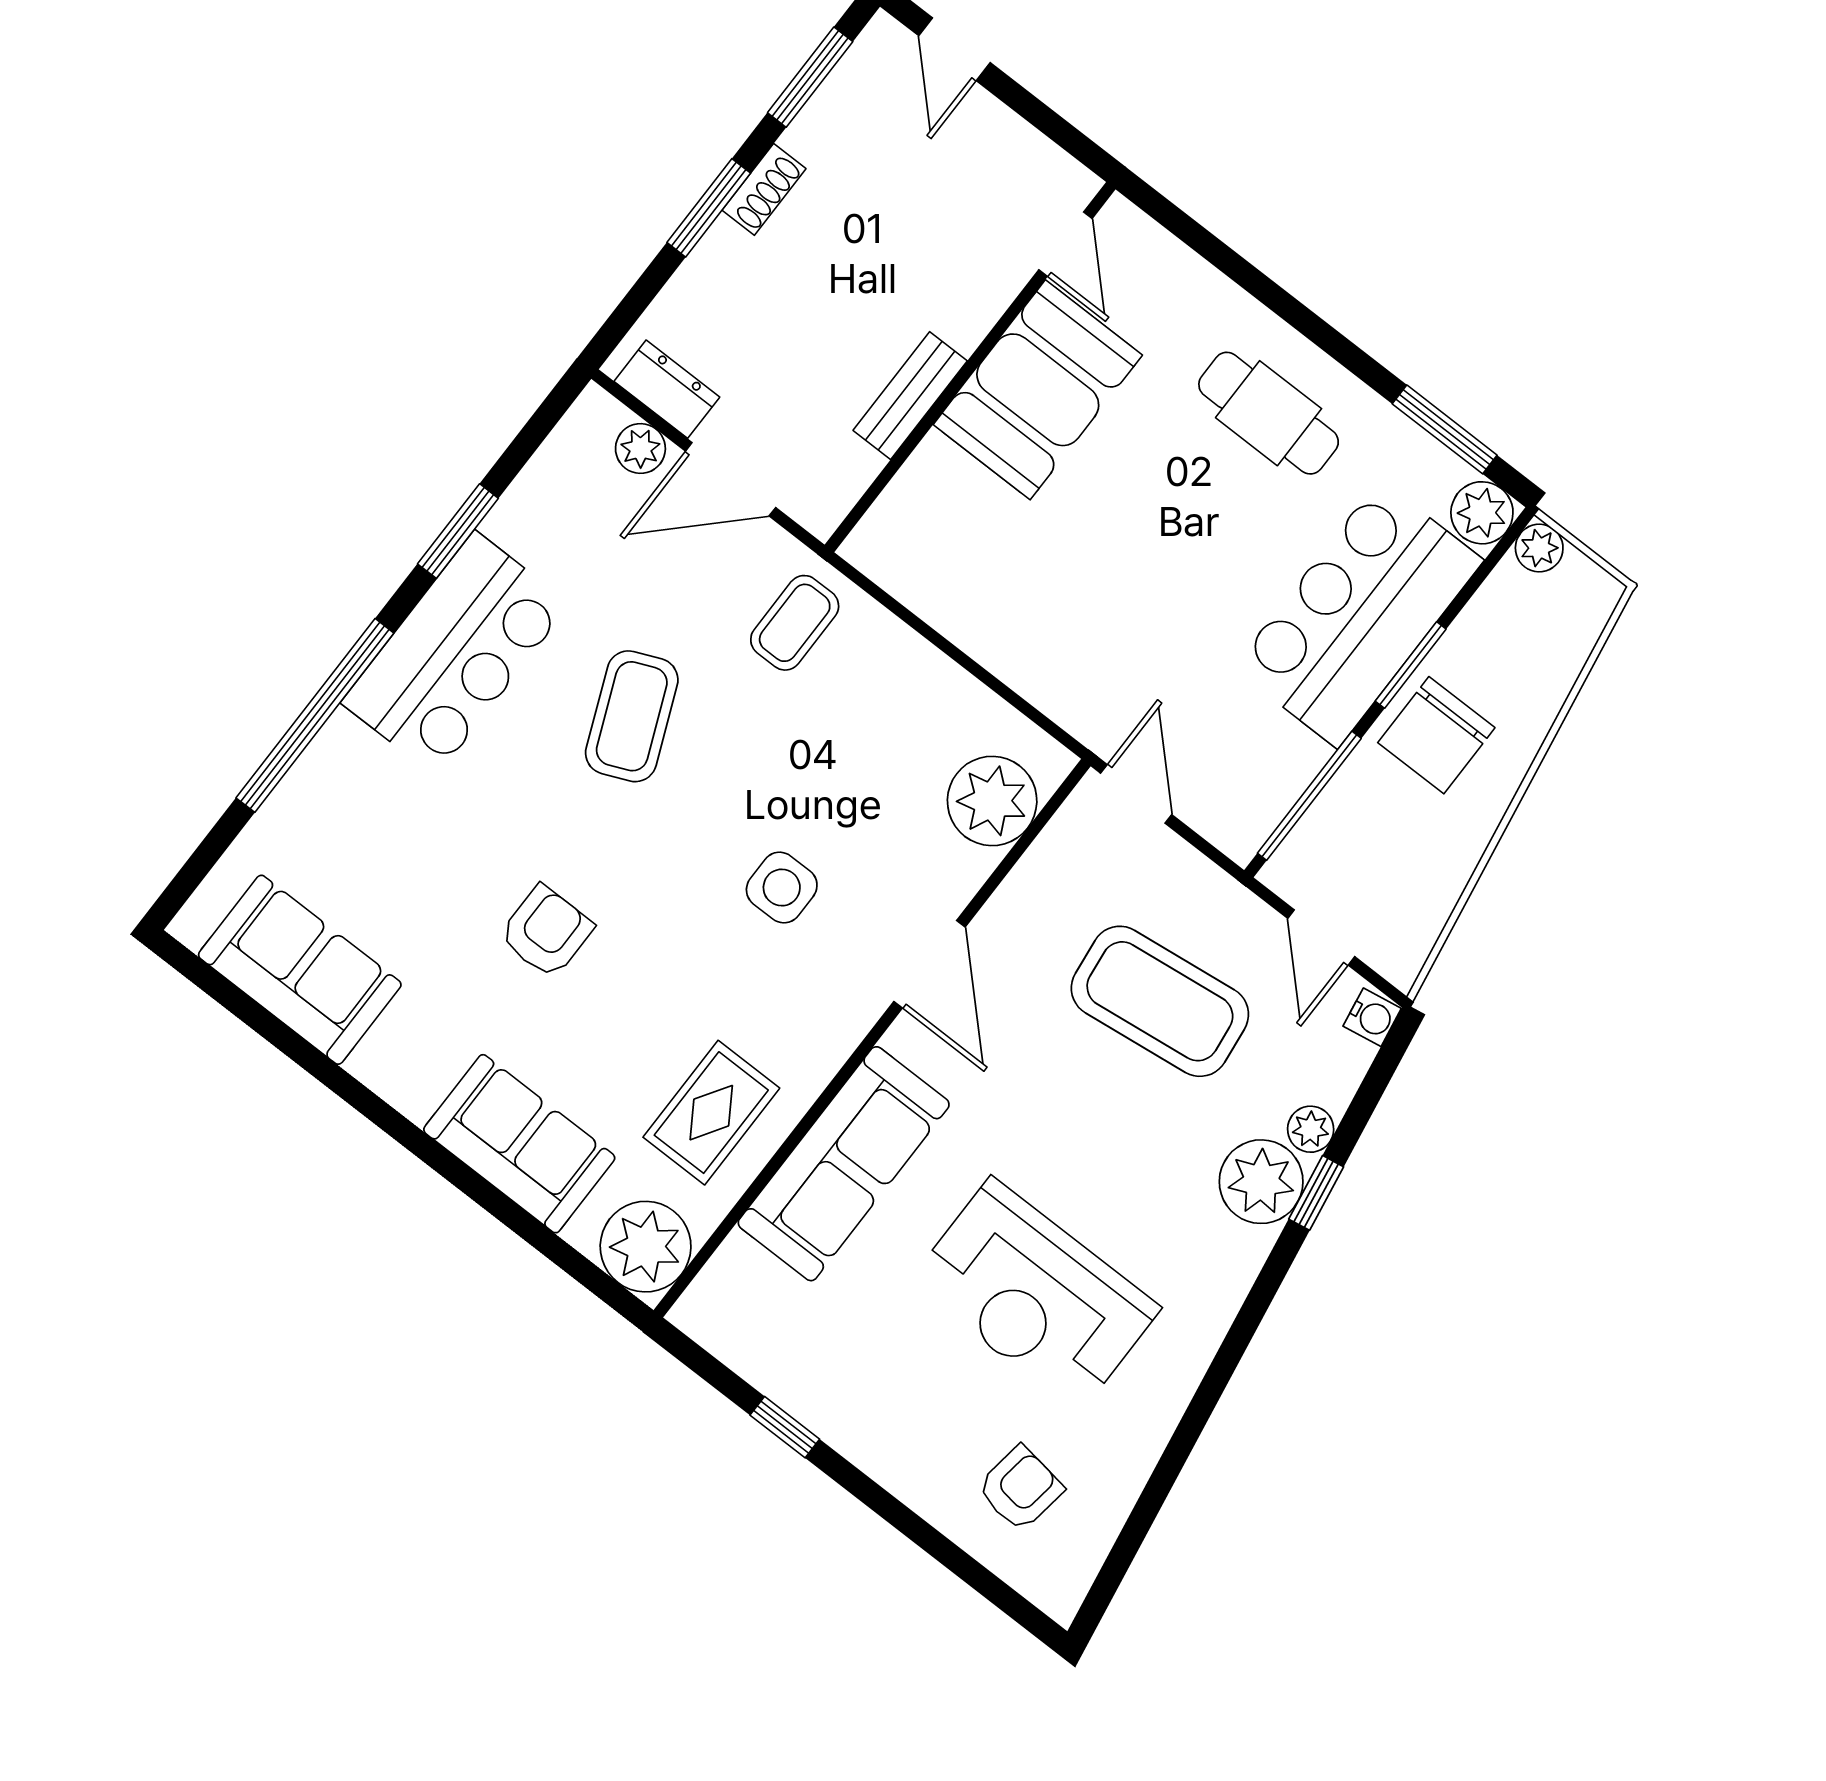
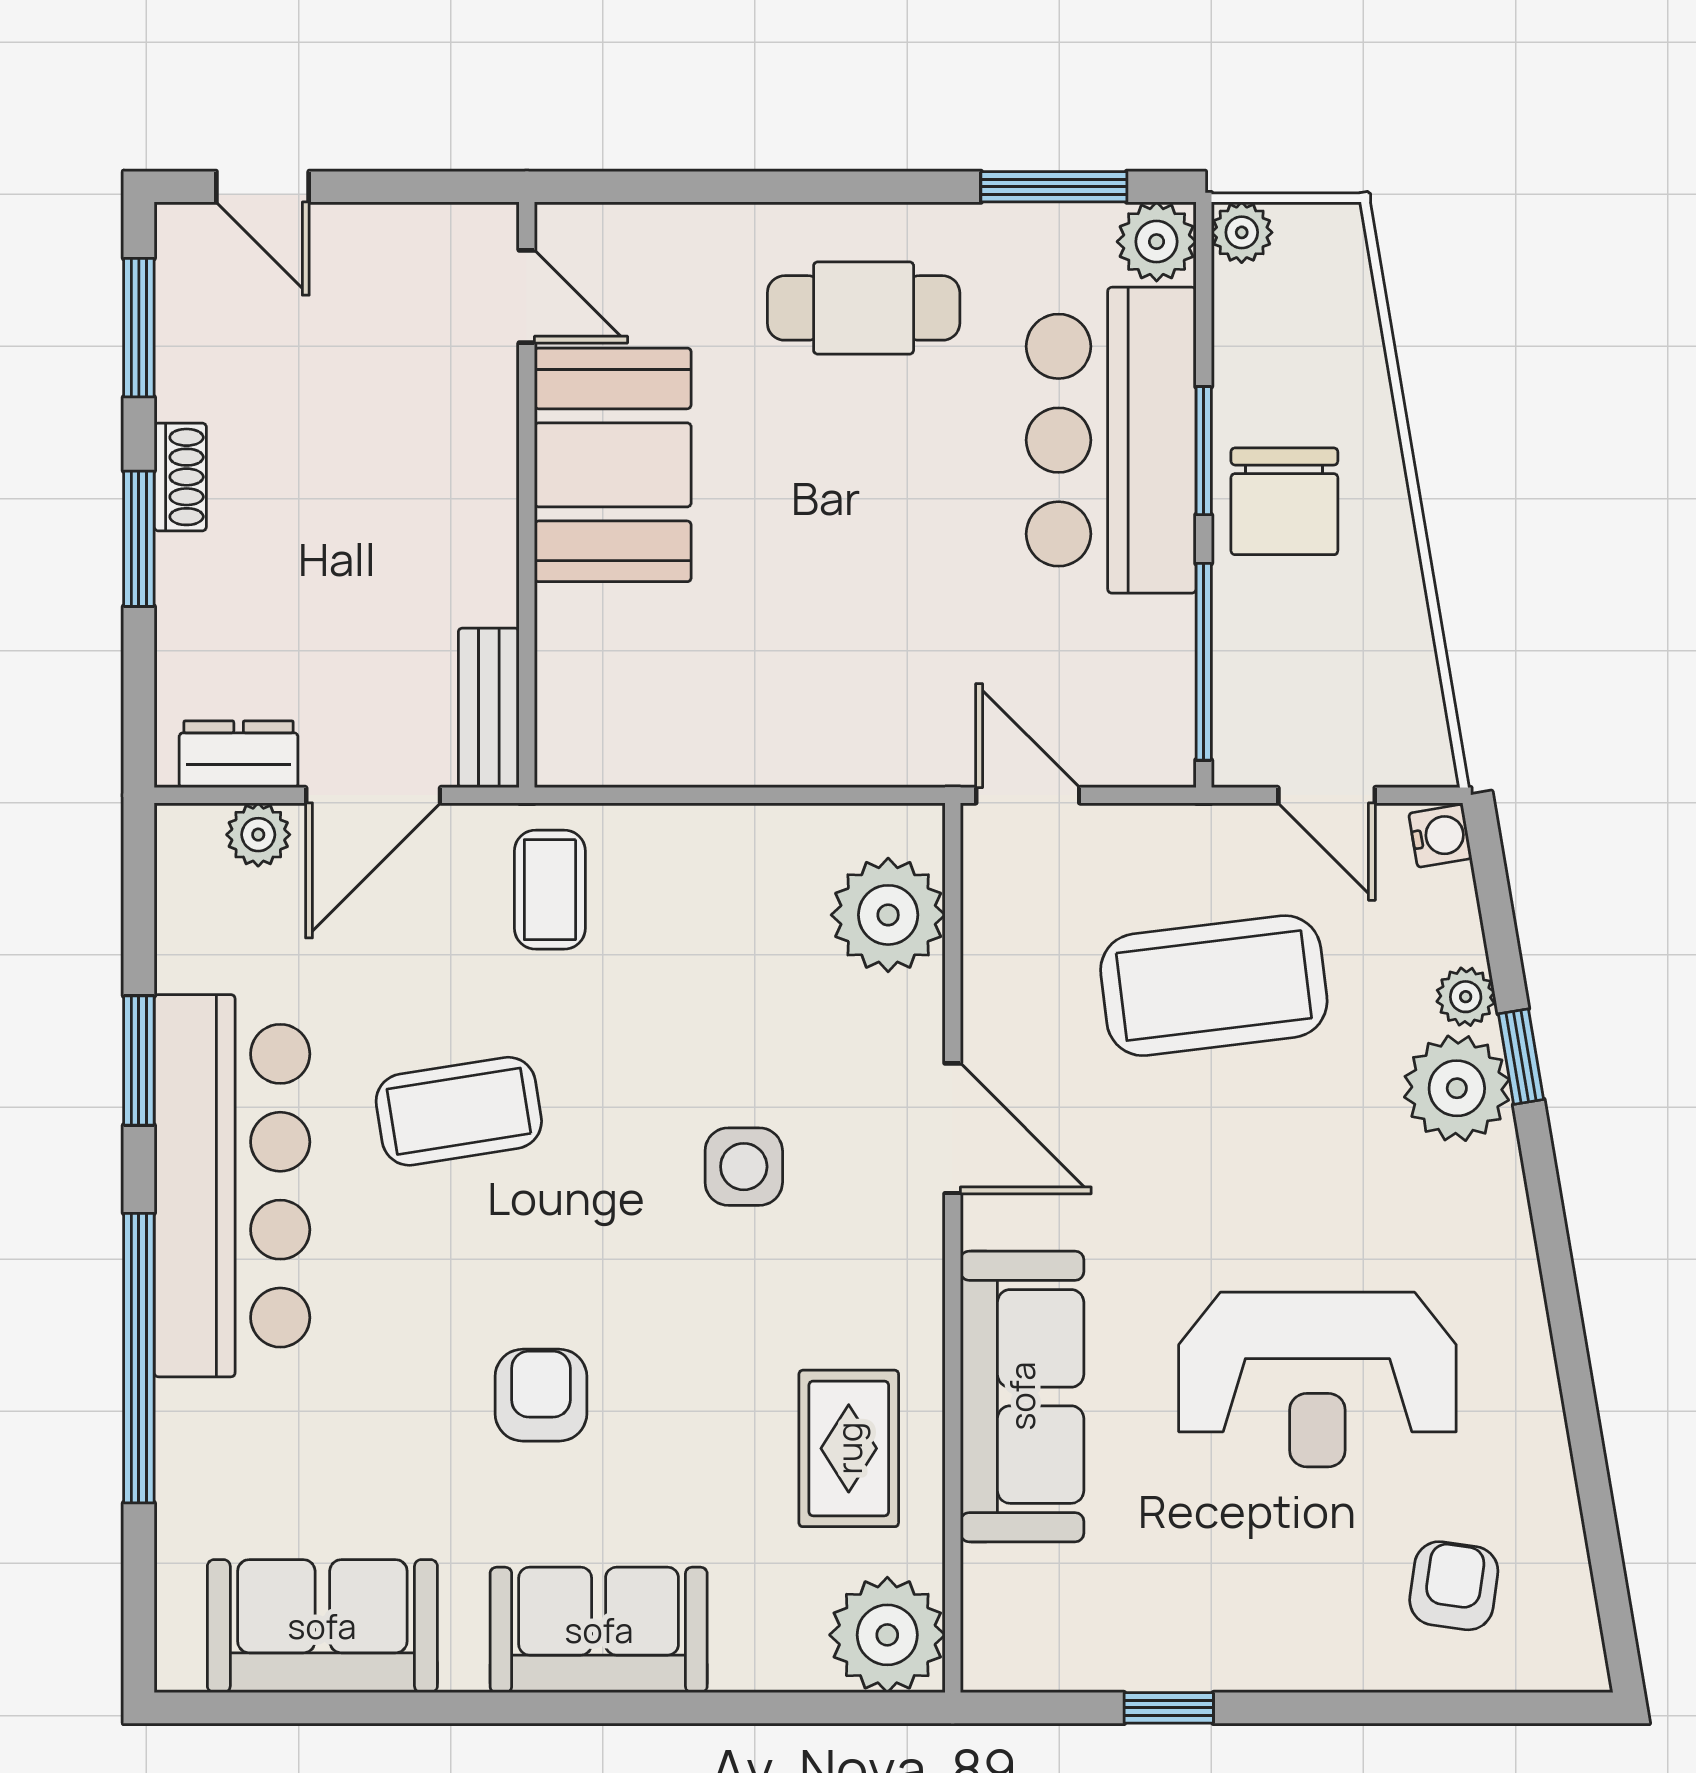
bench: (910, 396) -> (489, 708), moved
bar counter: (455, 653) -> (232, 1186), width x1.36
coffee table: (632, 716) -> (459, 1111), turned -76
sofa: (519, 1144) -> (599, 1630), moved

